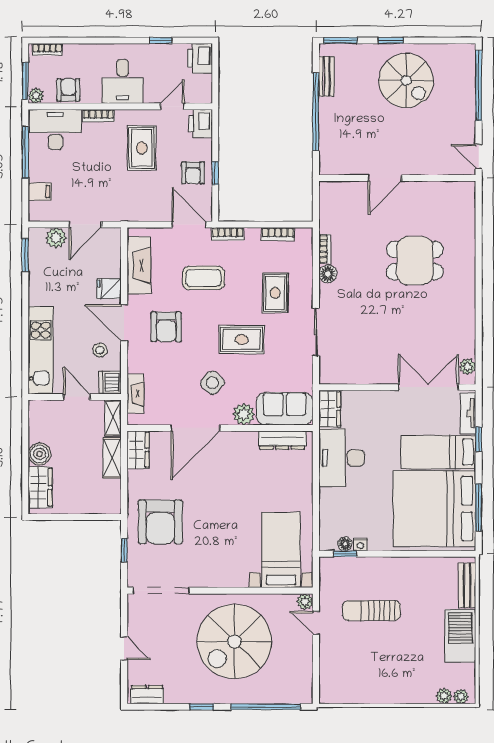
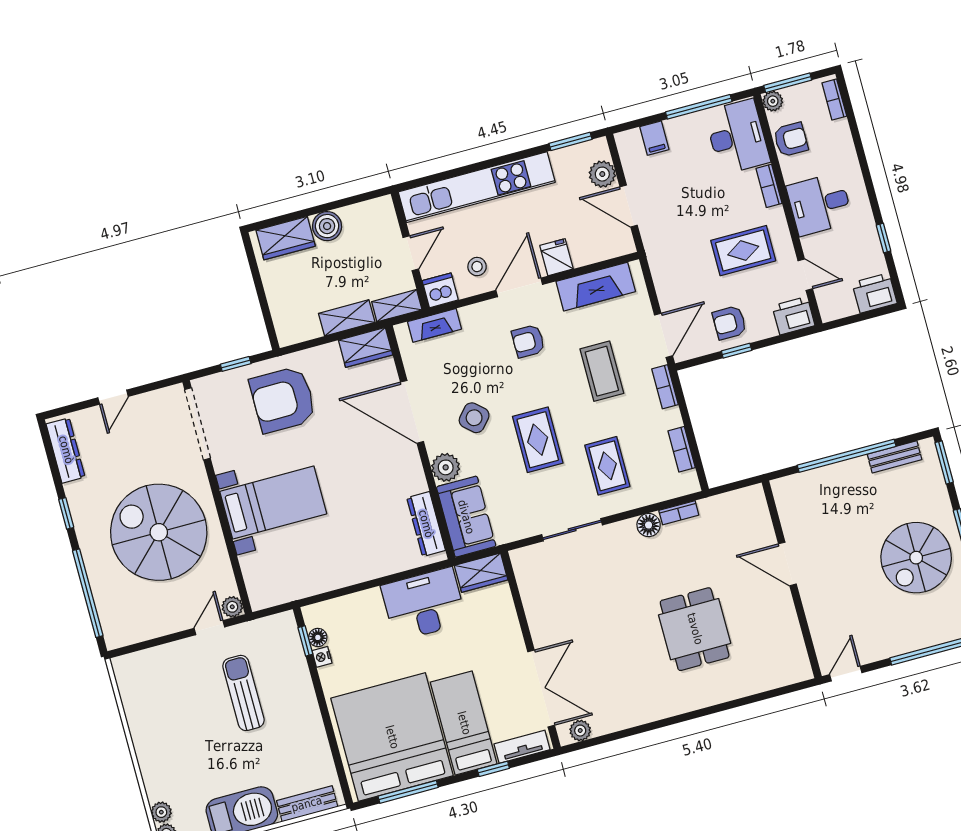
rug: (275, 293) -> (607, 466), turned 90
armchair: (166, 327) -> (528, 341), width x0.72, depth x0.72
kitchen unit: (41, 350) -> (477, 187), width x1.36
bed with nightstands: (281, 550) -> (273, 503), moved
dresser: (147, 695) -> (66, 450), width x1.44

